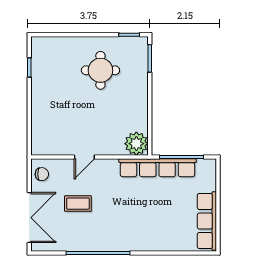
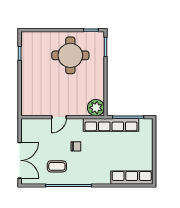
round table: (100, 70) -> (70, 55), width x1.36, depth x1.36
chair: (42, 174) -> (76, 146), moved
coffee table: (78, 204) -> (57, 166), moved
row of seats: (207, 221) -> (132, 178), moved, turned 90

